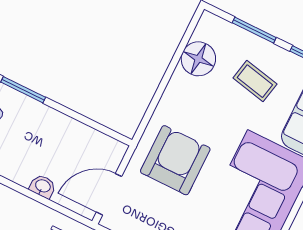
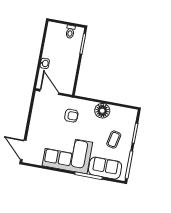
floor lamp: (198, 59) -> (102, 111), moved
armchair: (175, 160) -> (71, 116), width x0.53, depth x0.53

